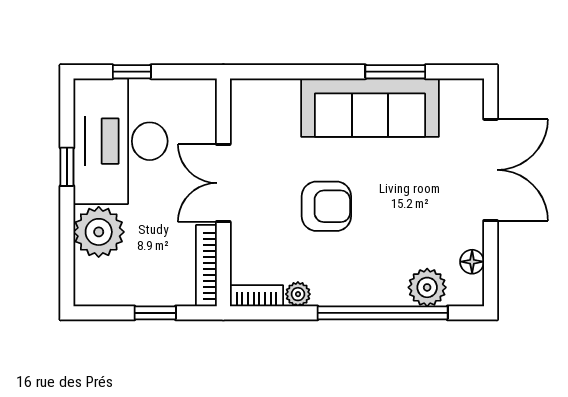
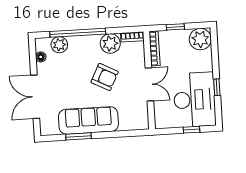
armchair: (326, 206) -> (105, 77), turned -153
plant: (99, 232) -> (200, 39), moved
plant: (298, 294) -> (110, 43), width x1.88, depth x1.88

